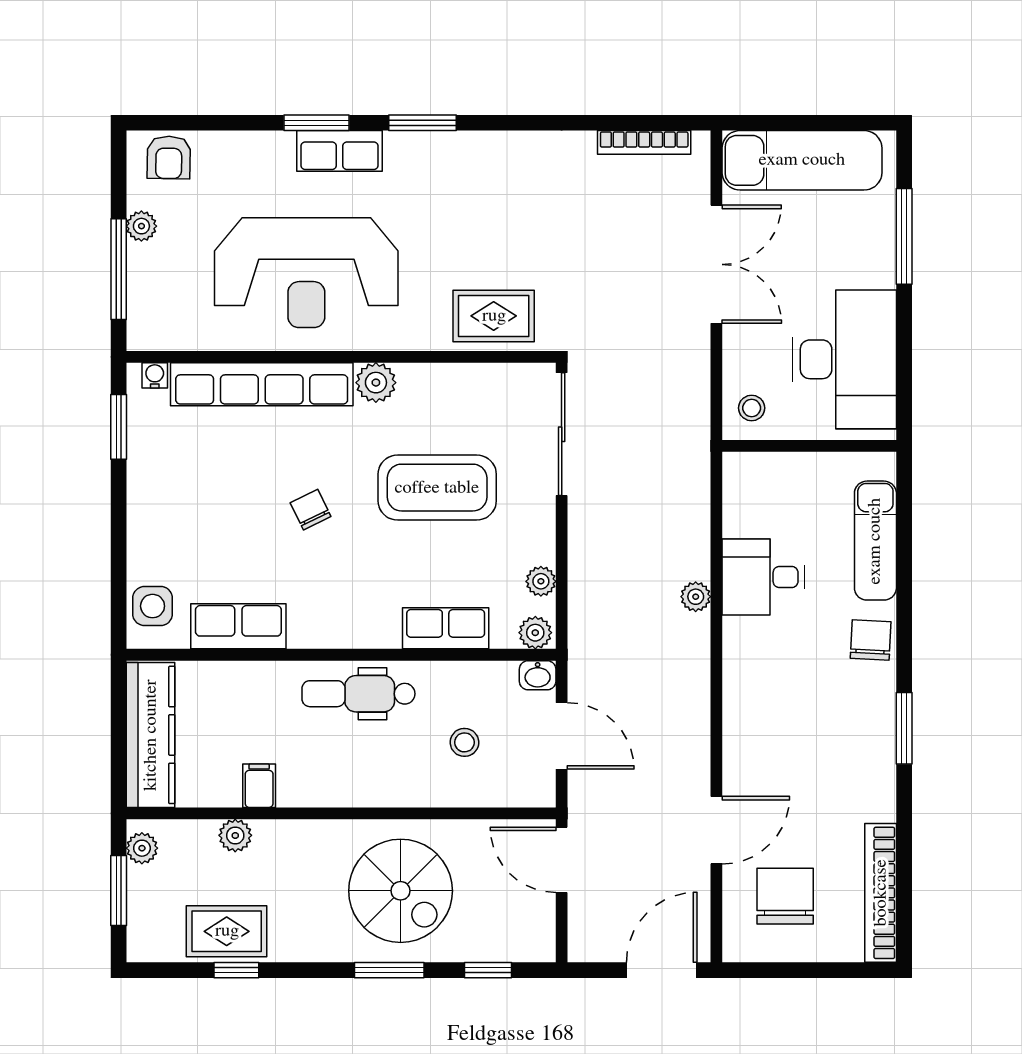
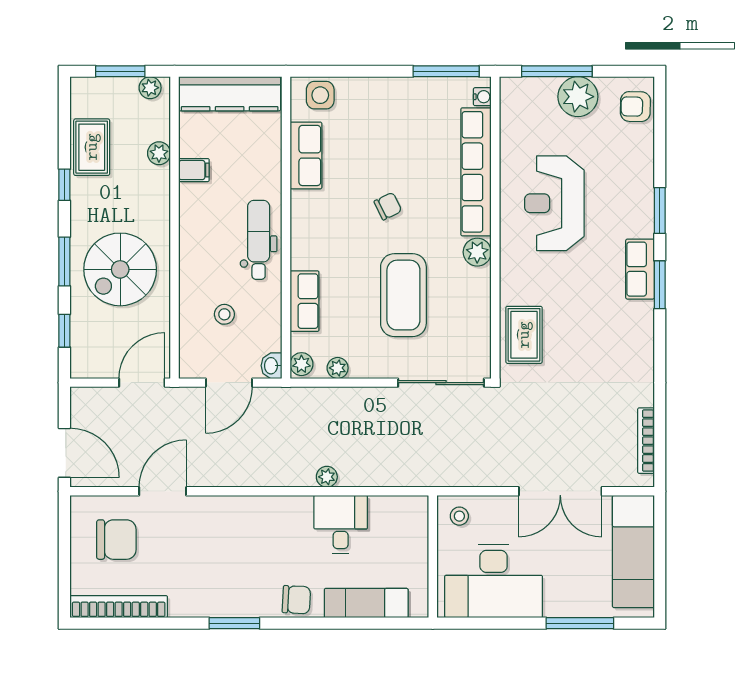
row of seats: (340, 151) -> (640, 269), moved
plant: (141, 226) -> (578, 97), width x1.88, depth x1.88
reception desk: (306, 273) -> (554, 203), width x0.74, depth x0.77
window: (119, 427) -> (446, 71), width x1.44
door: (716, 830) -> (163, 491), swing flipped
window: (236, 970) -> (64, 185), moved

